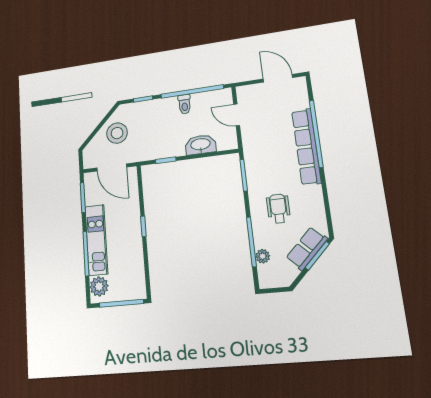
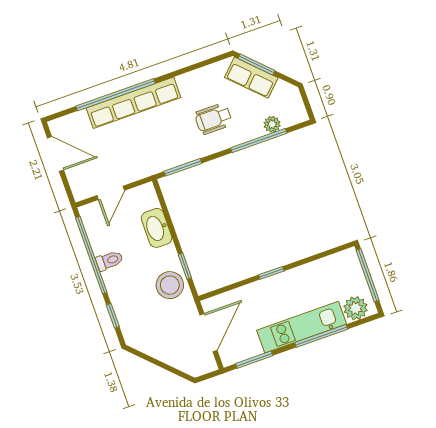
door: (278, 78) -> (55, 154), swing flipped
stool: (117, 133) -> (170, 285), moved

